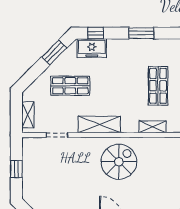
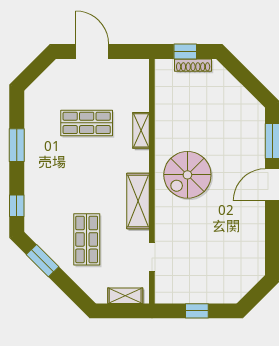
freezer: (92, 48) -> (37, 211), removed
spiral stairs: (119, 162) -> (187, 175), turned -90

